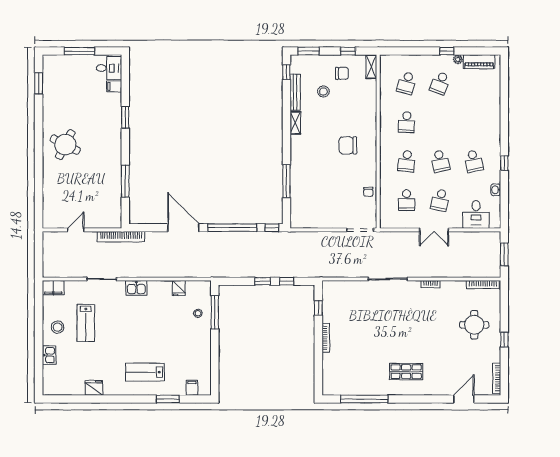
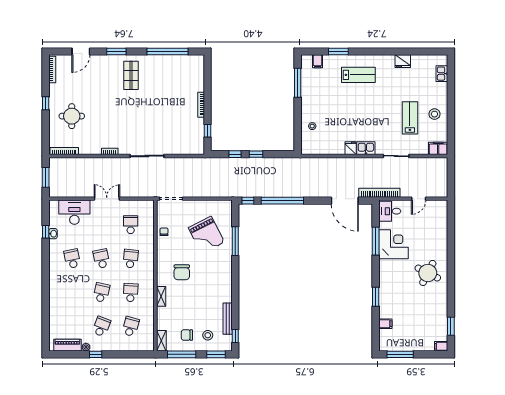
window: (79, 51) -> (400, 354), moved
window: (348, 51) -> (182, 354), width x2.17
filing cabinet: (50, 60) -> (441, 346), added
desk: (109, 68) -> (390, 211), moved
stool: (323, 91) -> (208, 335), moved
shelving: (295, 123) -> (161, 296), moved
chair: (348, 145) -> (182, 272), turned 90
window: (504, 163) -> (46, 232), moved
corner desk: (105, 178) -> (393, 244), added
grand piano: (319, 188) -> (206, 235), added
school desk: (440, 200) -> (101, 293), moved
desk: (476, 214) -> (74, 212), width x1.37
door: (183, 228) -> (345, 201), moved
fridge: (179, 288) -> (351, 148), moved
window: (215, 312) -> (298, 83), moved
kitchen sink: (49, 355) -> (442, 74), moved
shop shelf: (406, 372) -> (131, 75), turned 90
window: (423, 399) -> (116, 52), added

